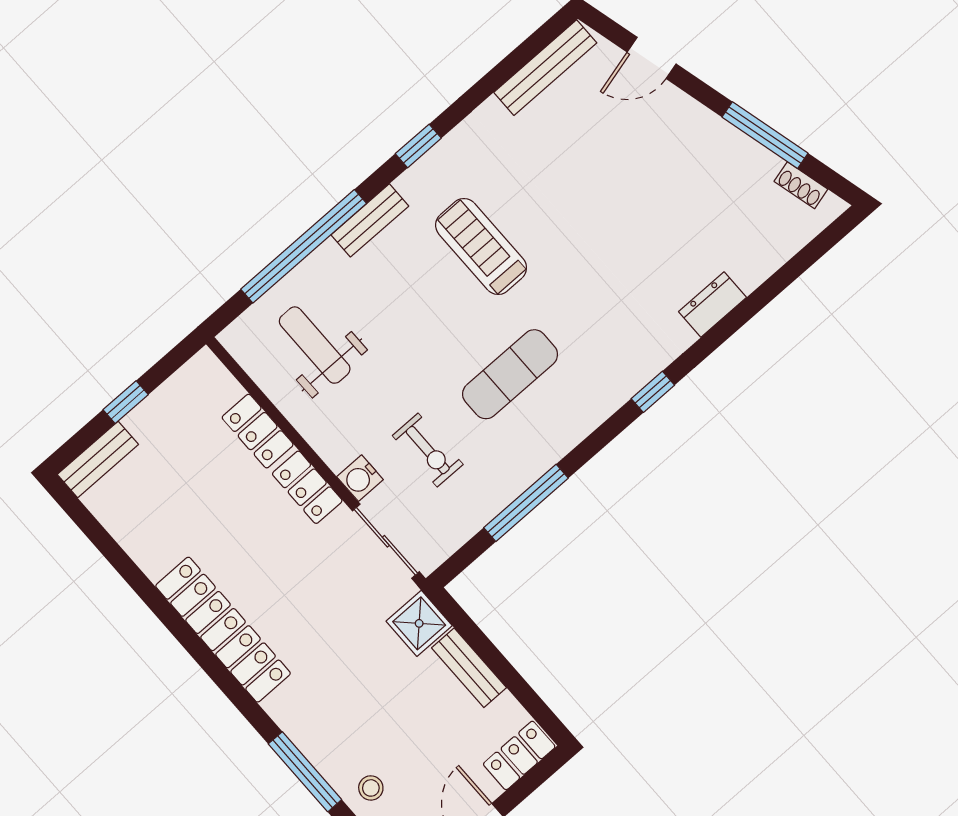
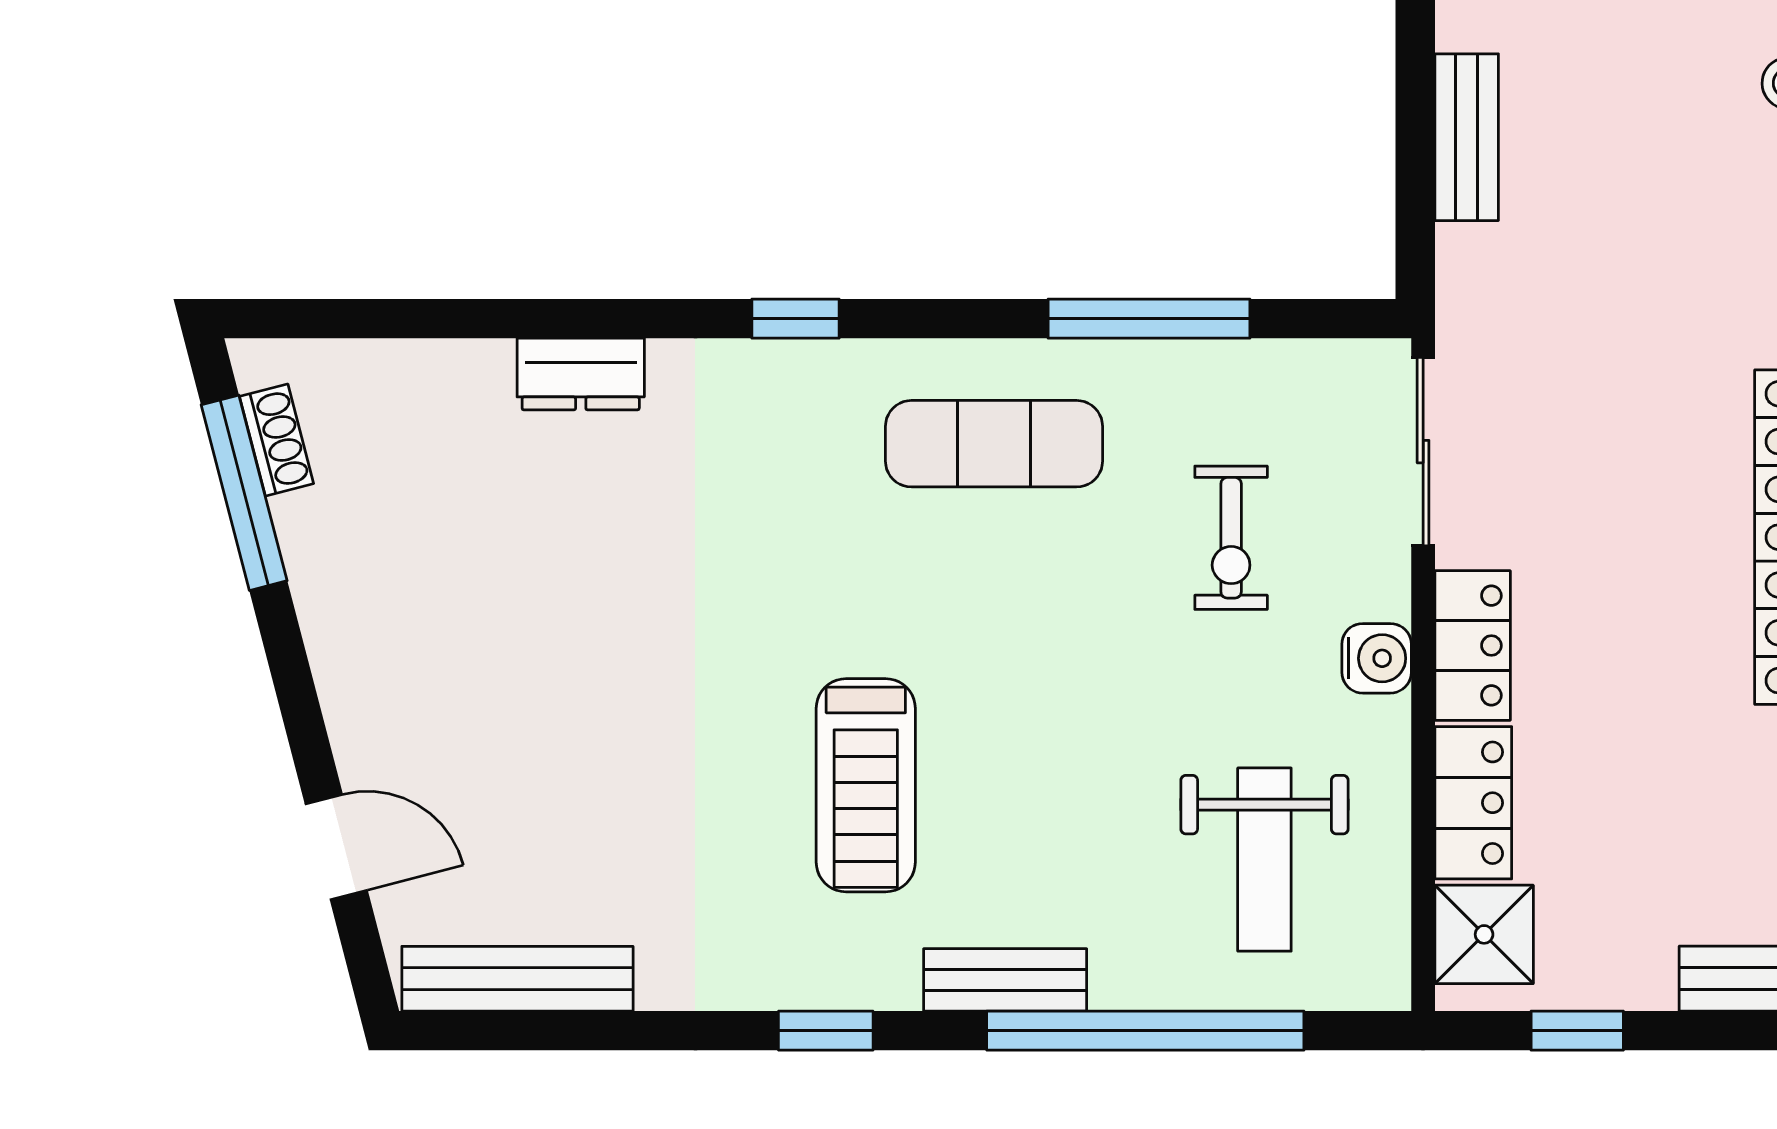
window: (765, 135) -> (244, 493), moved
exercise mat: (510, 374) -> (994, 444), moved
window: (126, 402) -> (1577, 1031), moved
exercise bike: (428, 450) -> (1231, 538), turned 180
water cooler: (360, 478) -> (1377, 658), moved
shower: (419, 623) -> (1484, 934), moved

